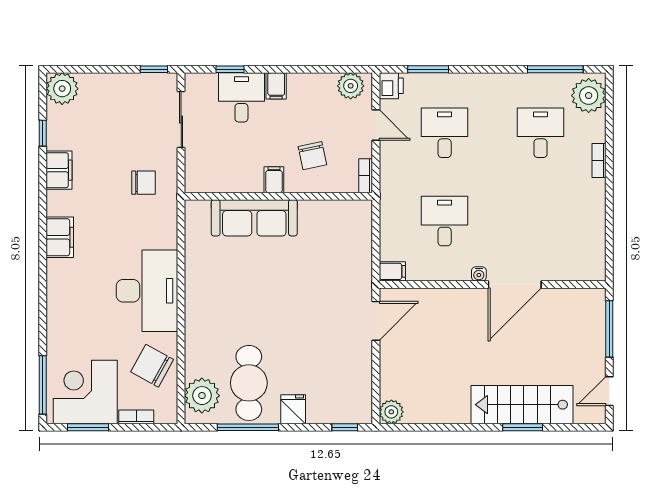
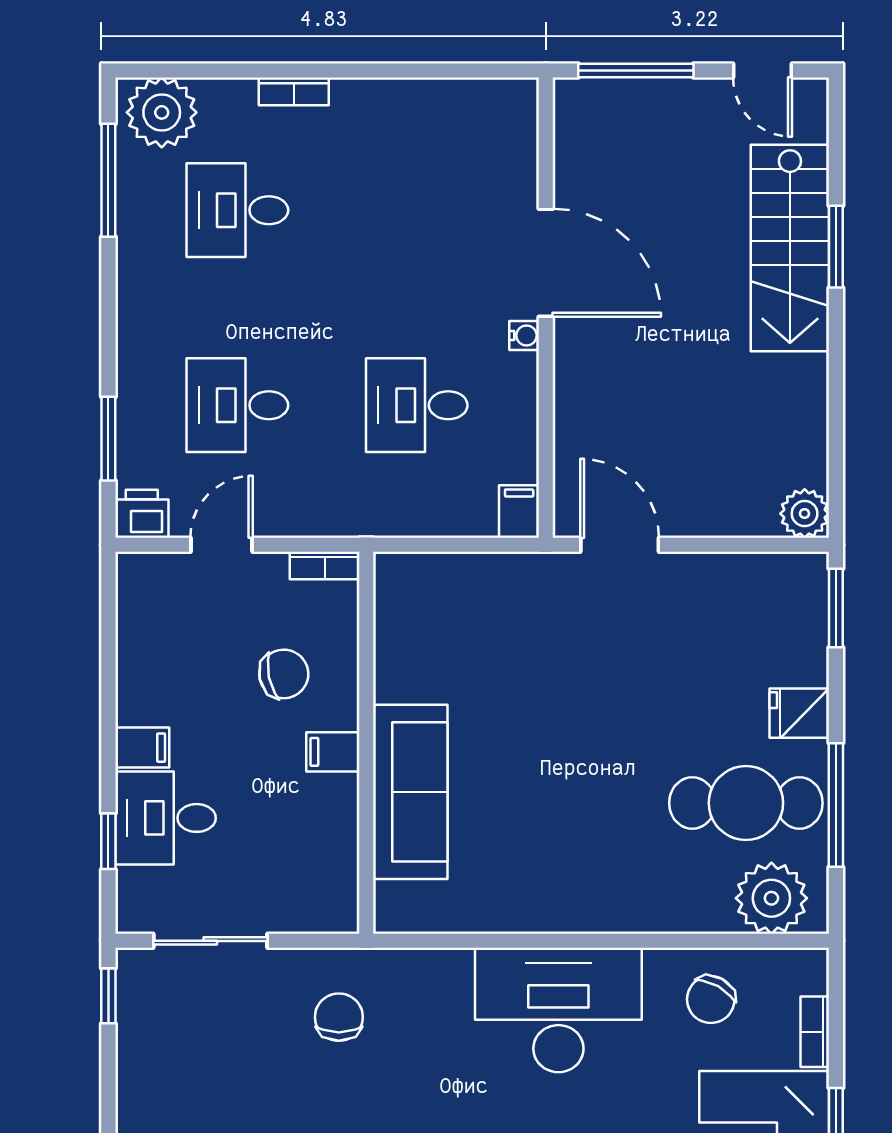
plant: (351, 86) -> (142, 596), removed
chair: (152, 366) -> (711, 999), width x0.73, depth x0.73
window: (345, 427) -> (836, 608), width x1.50

